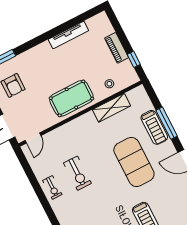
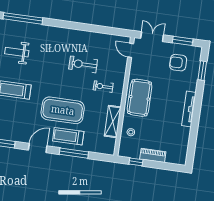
tv unit: (68, 35) -> (189, 109), moved
treadmill: (154, 127) -> (68, 136), moved
exercise bike: (52, 187) -> (103, 87), moved

